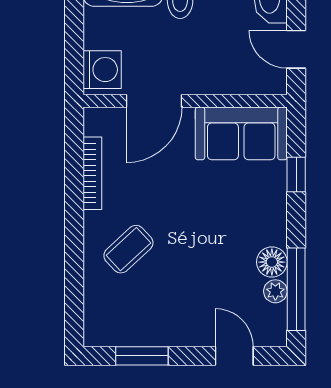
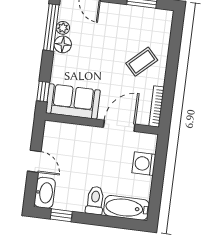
door: (154, 101) -> (119, 126), moved
wall: (185, 101) -> (102, 124), moved
sofa: (241, 133) -> (73, 102), moved

